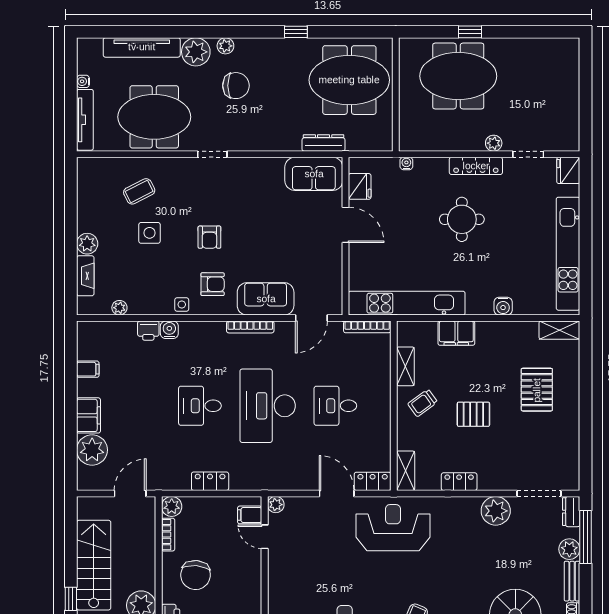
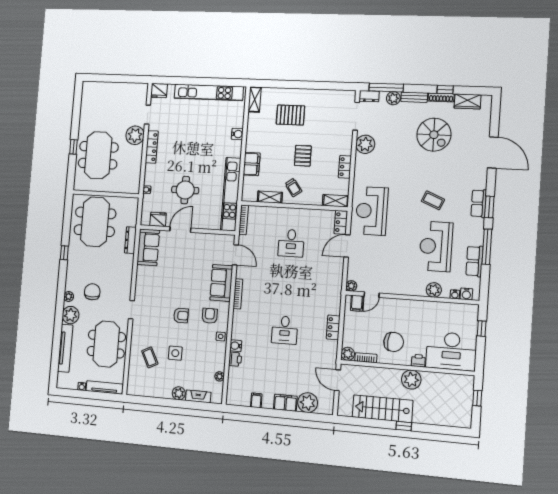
plant: (494, 143) -> (135, 135), width x1.87, depth x1.87
round table: (462, 219) -> (185, 190), moved
desk: (268, 406) -> (288, 286), removed

